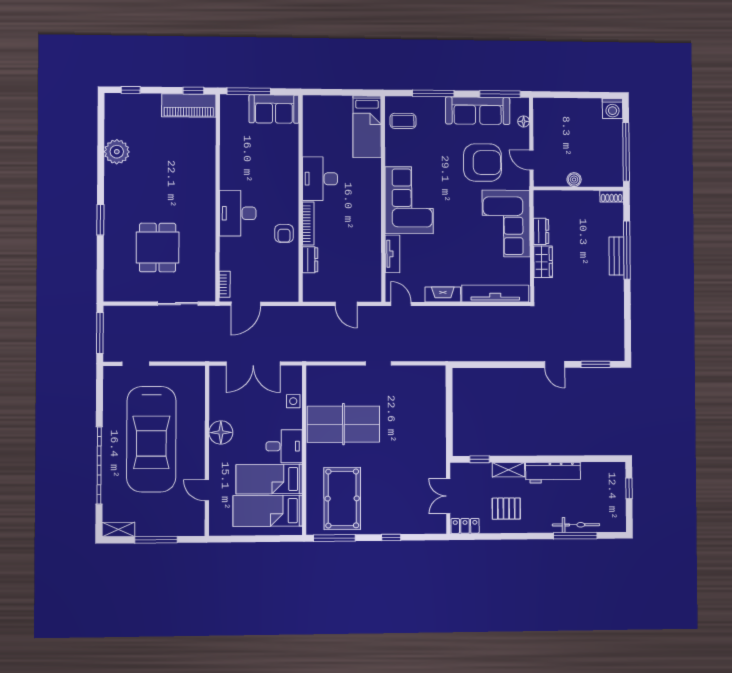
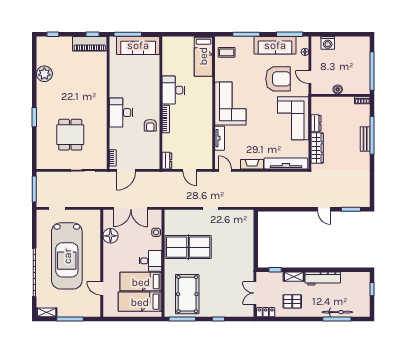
sofa: (274, 109) -> (138, 45), width x1.36
washing machine: (613, 109) -> (328, 43), moved
dresser: (310, 260) -> (167, 161), moved
wardrobe: (543, 262) -> (317, 148), width x1.50
floor lamp: (221, 432) -> (110, 236), moved

